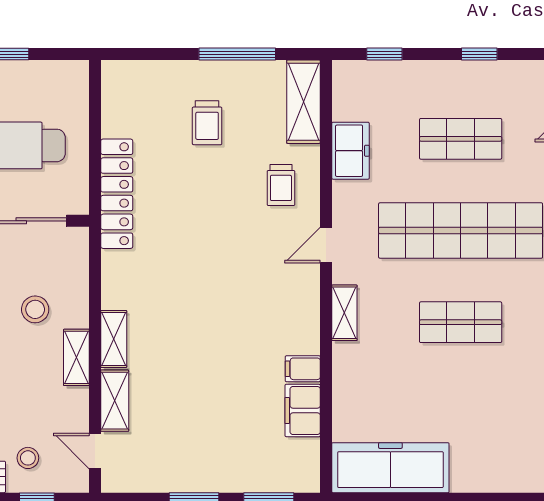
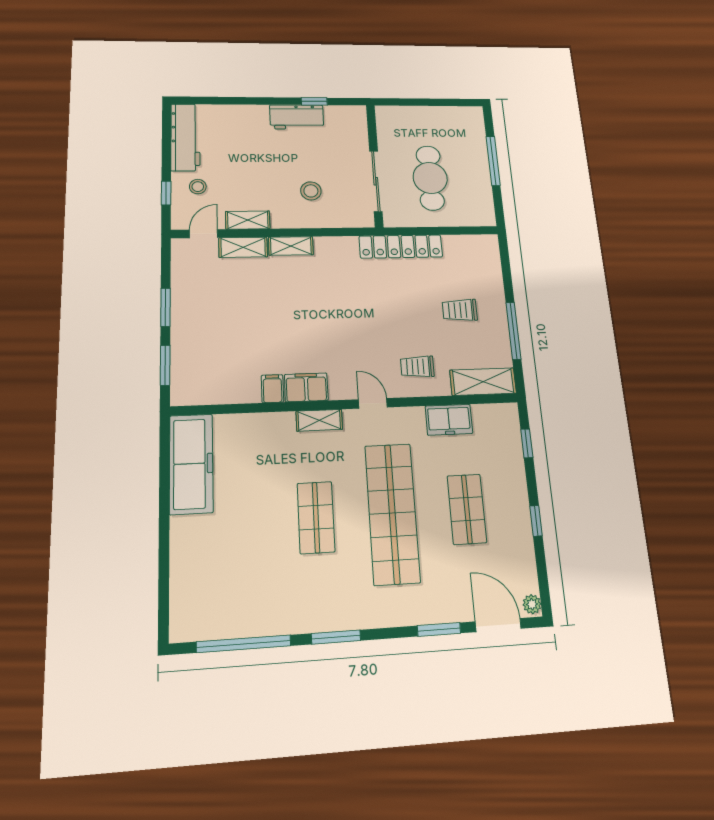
shelving: (76, 357) -> (248, 220), moved
filing cabinet: (303, 410) -> (306, 387), moved

